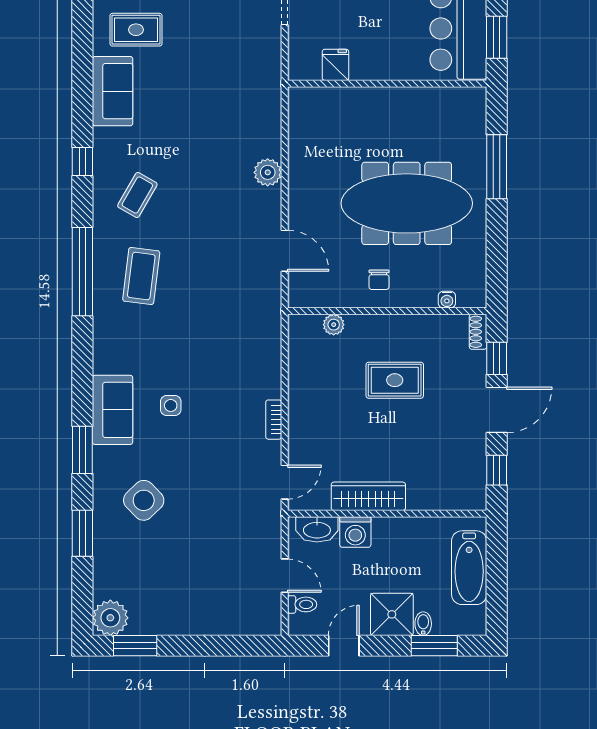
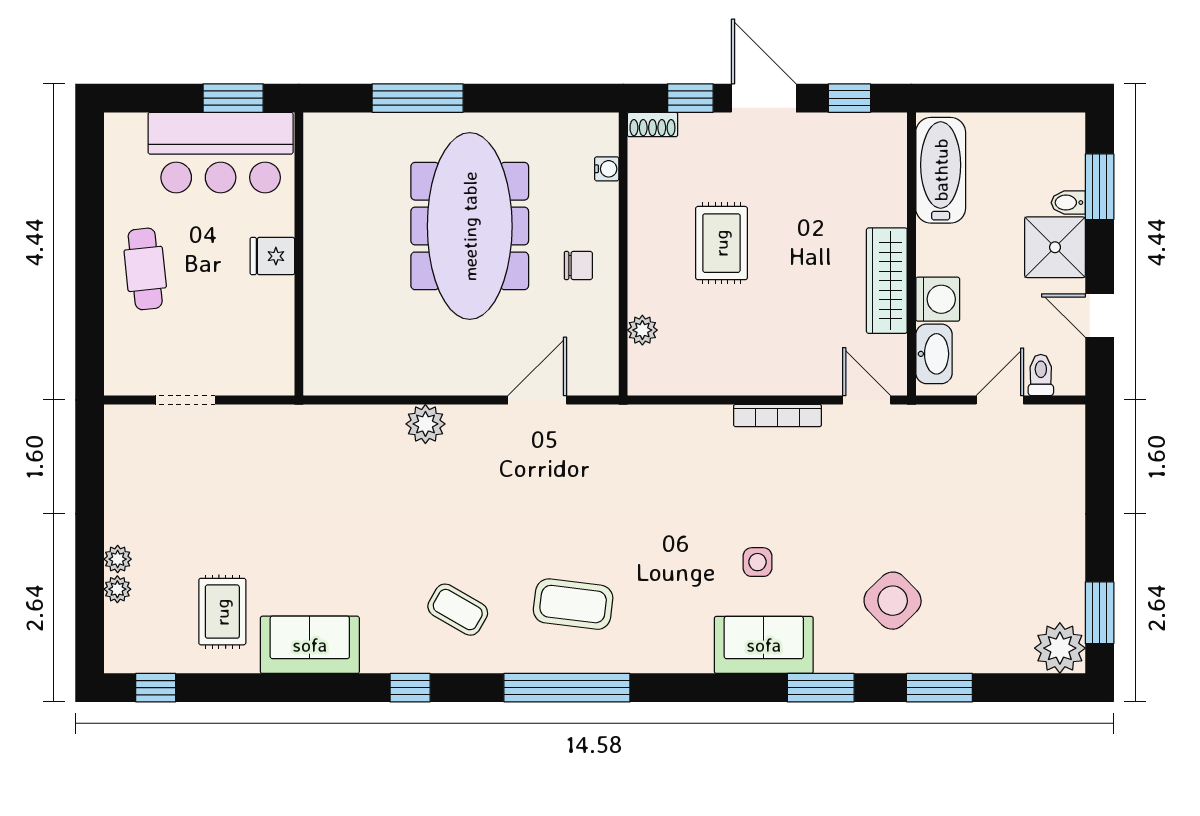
fridge: (335, 65) -> (272, 256), moved
bookcase: (274, 420) -> (778, 416), width x1.56
bathtub: (469, 568) -> (941, 170), moved, turned -90

